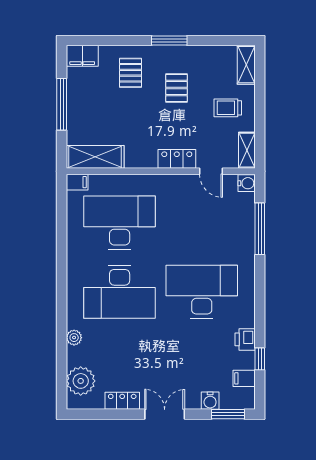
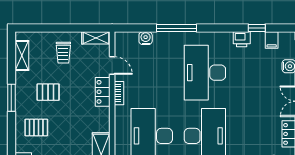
shelving: (246, 65) -> (22, 56), moved, turned 90
door: (211, 171) -> (112, 66), hinge flipped
bookcase: (175, 180) -> (119, 93), added
water cooler: (247, 183) -> (146, 38), moved
window: (260, 229) -> (177, 28), moved

